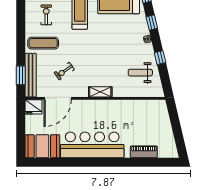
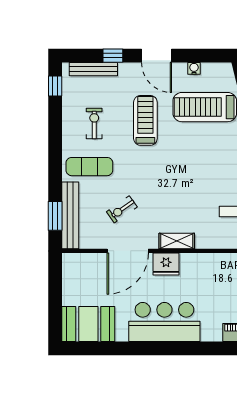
door: (58, 98) -> (128, 251), moved
fridge: (34, 107) -> (166, 264), moved
bar counter: (92, 145) -> (164, 322), width x0.73

